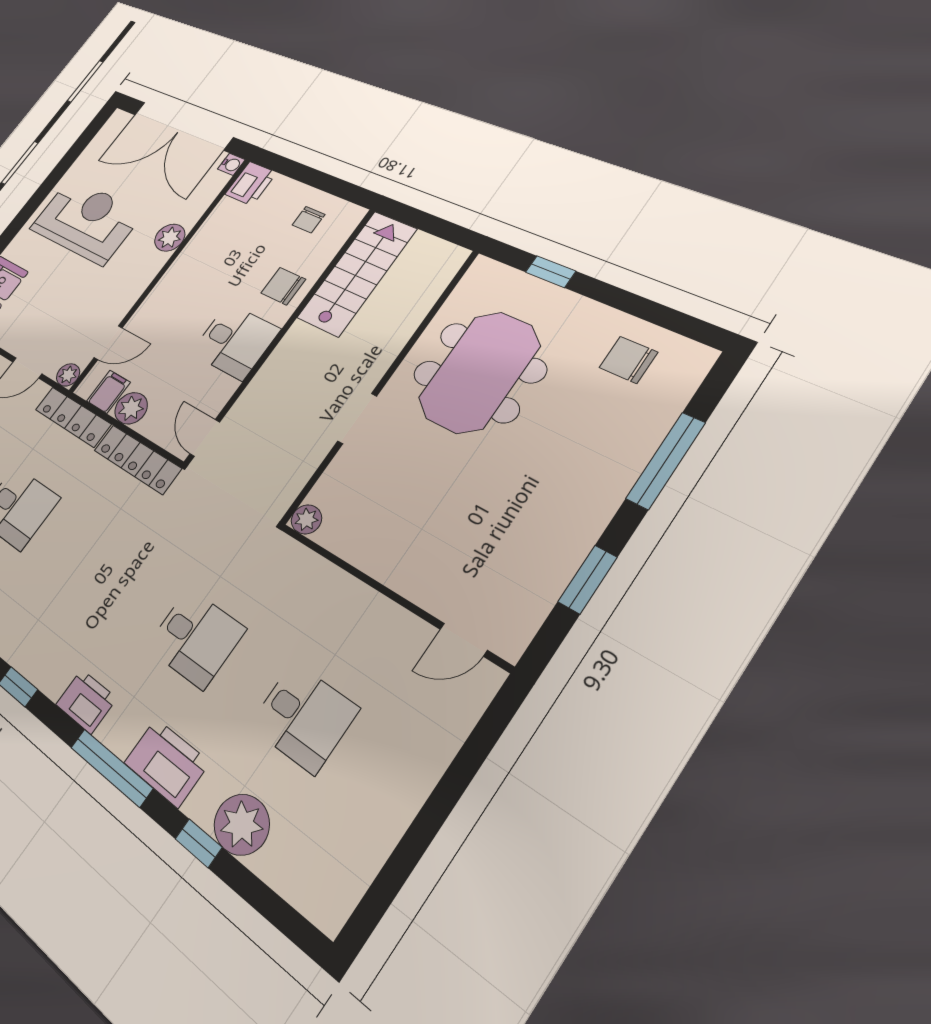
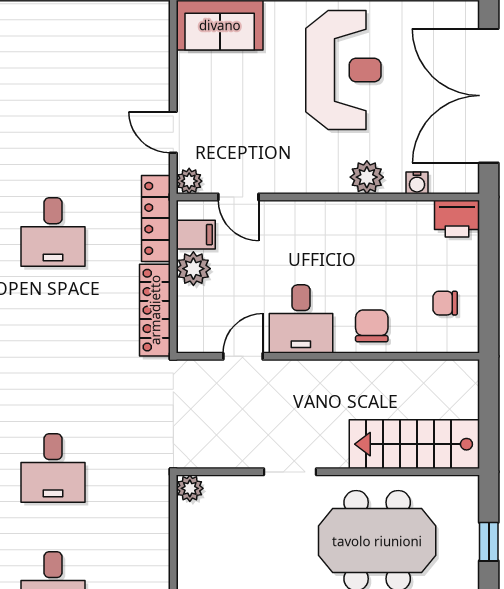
water cooler: (231, 164) -> (417, 183), moved
stairs: (357, 273) -> (414, 444), moved, turned 180
door: (205, 438) -> (243, 356), moved

